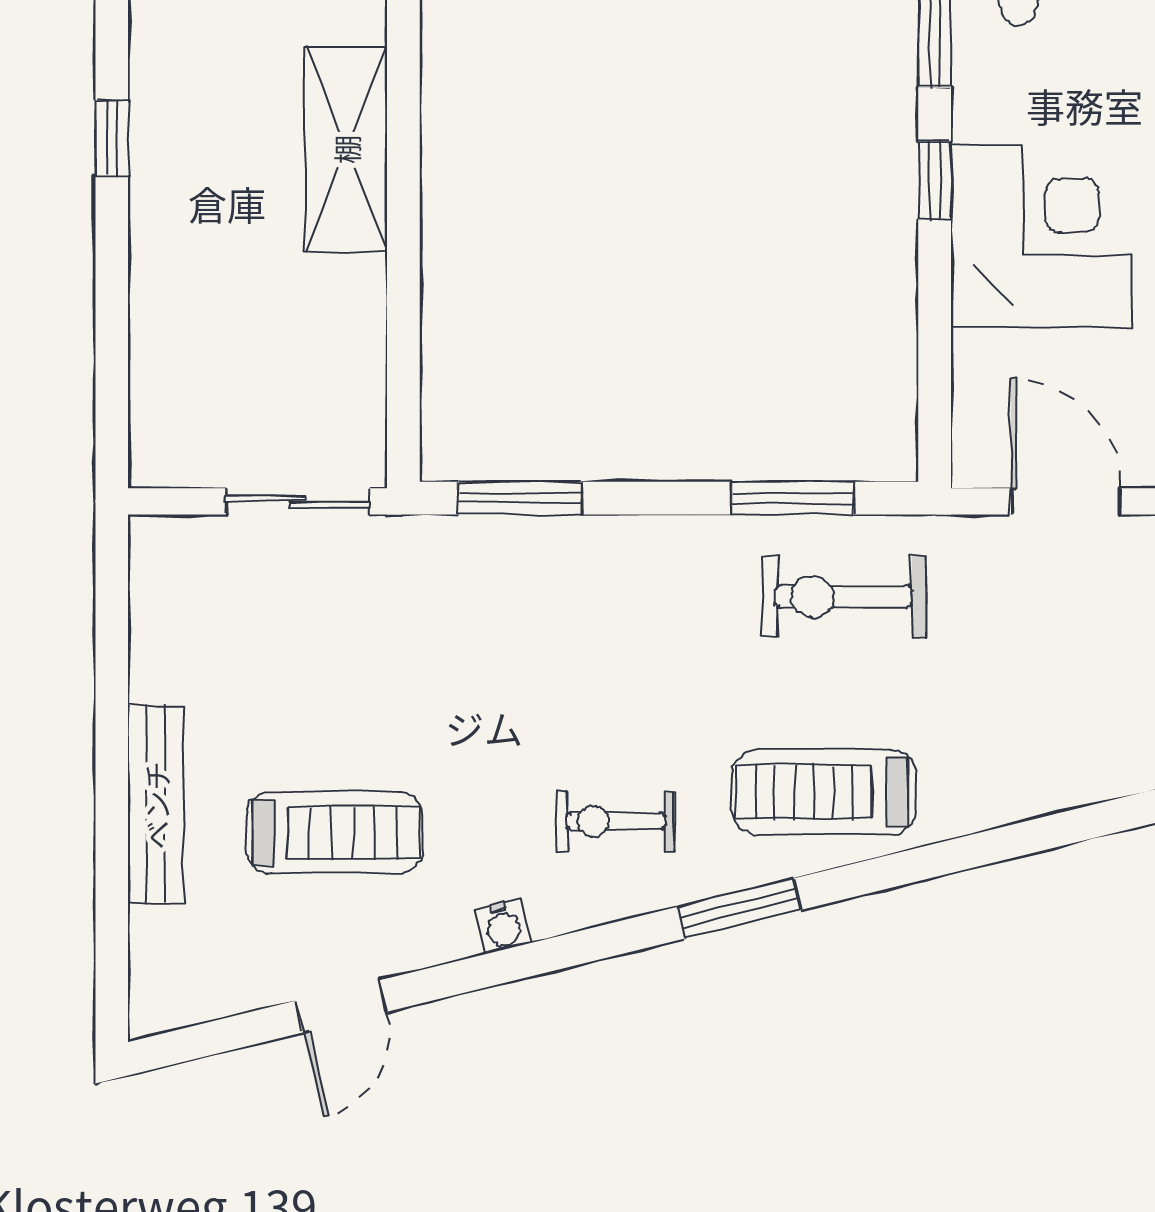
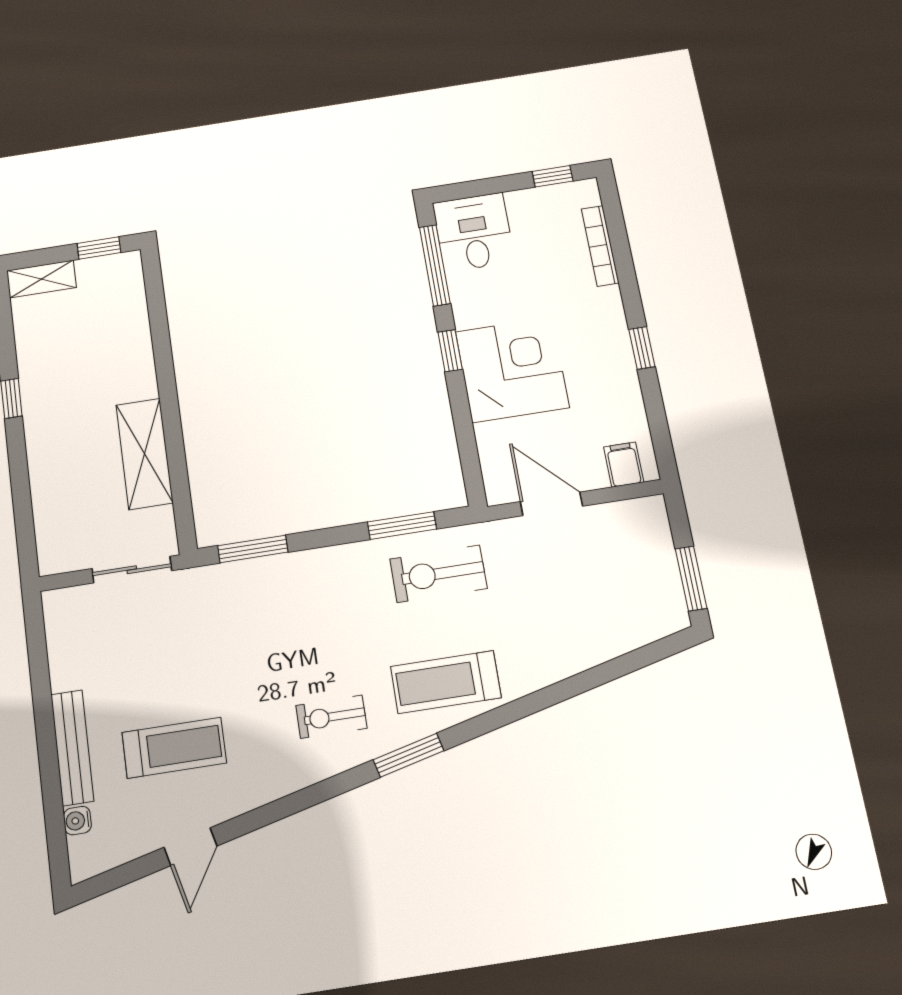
shelving: (346, 149) -> (144, 454), moved
water cooler: (503, 926) -> (77, 821), moved, turned 104

